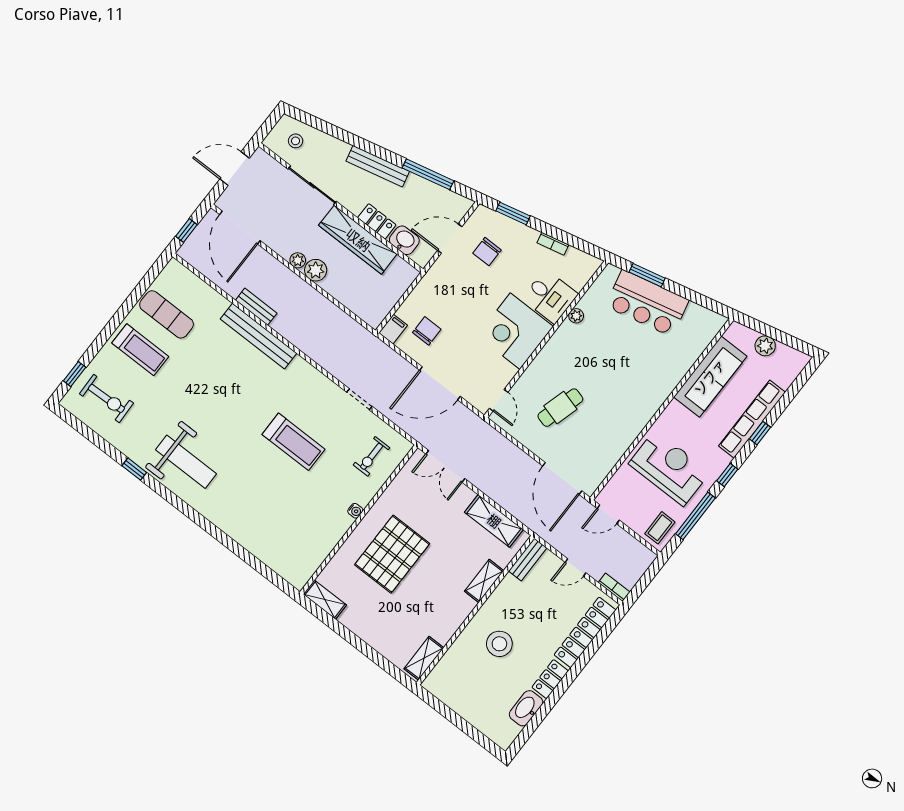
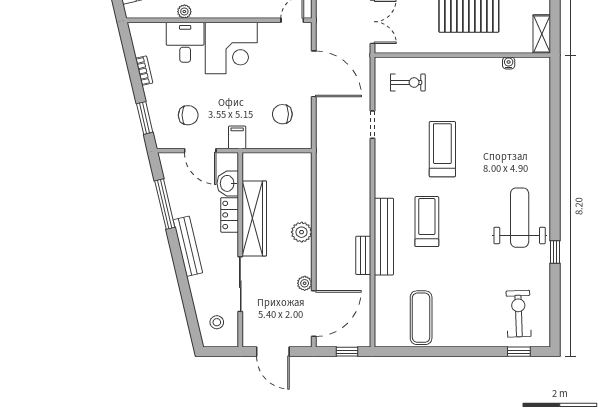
plant: (298, 260) -> (305, 283), moved
filing cabinet: (393, 329) -> (237, 137), moved, turned 90
treadmill: (140, 350) -> (427, 222), moved
water cooler: (355, 511) -> (509, 63), moved

